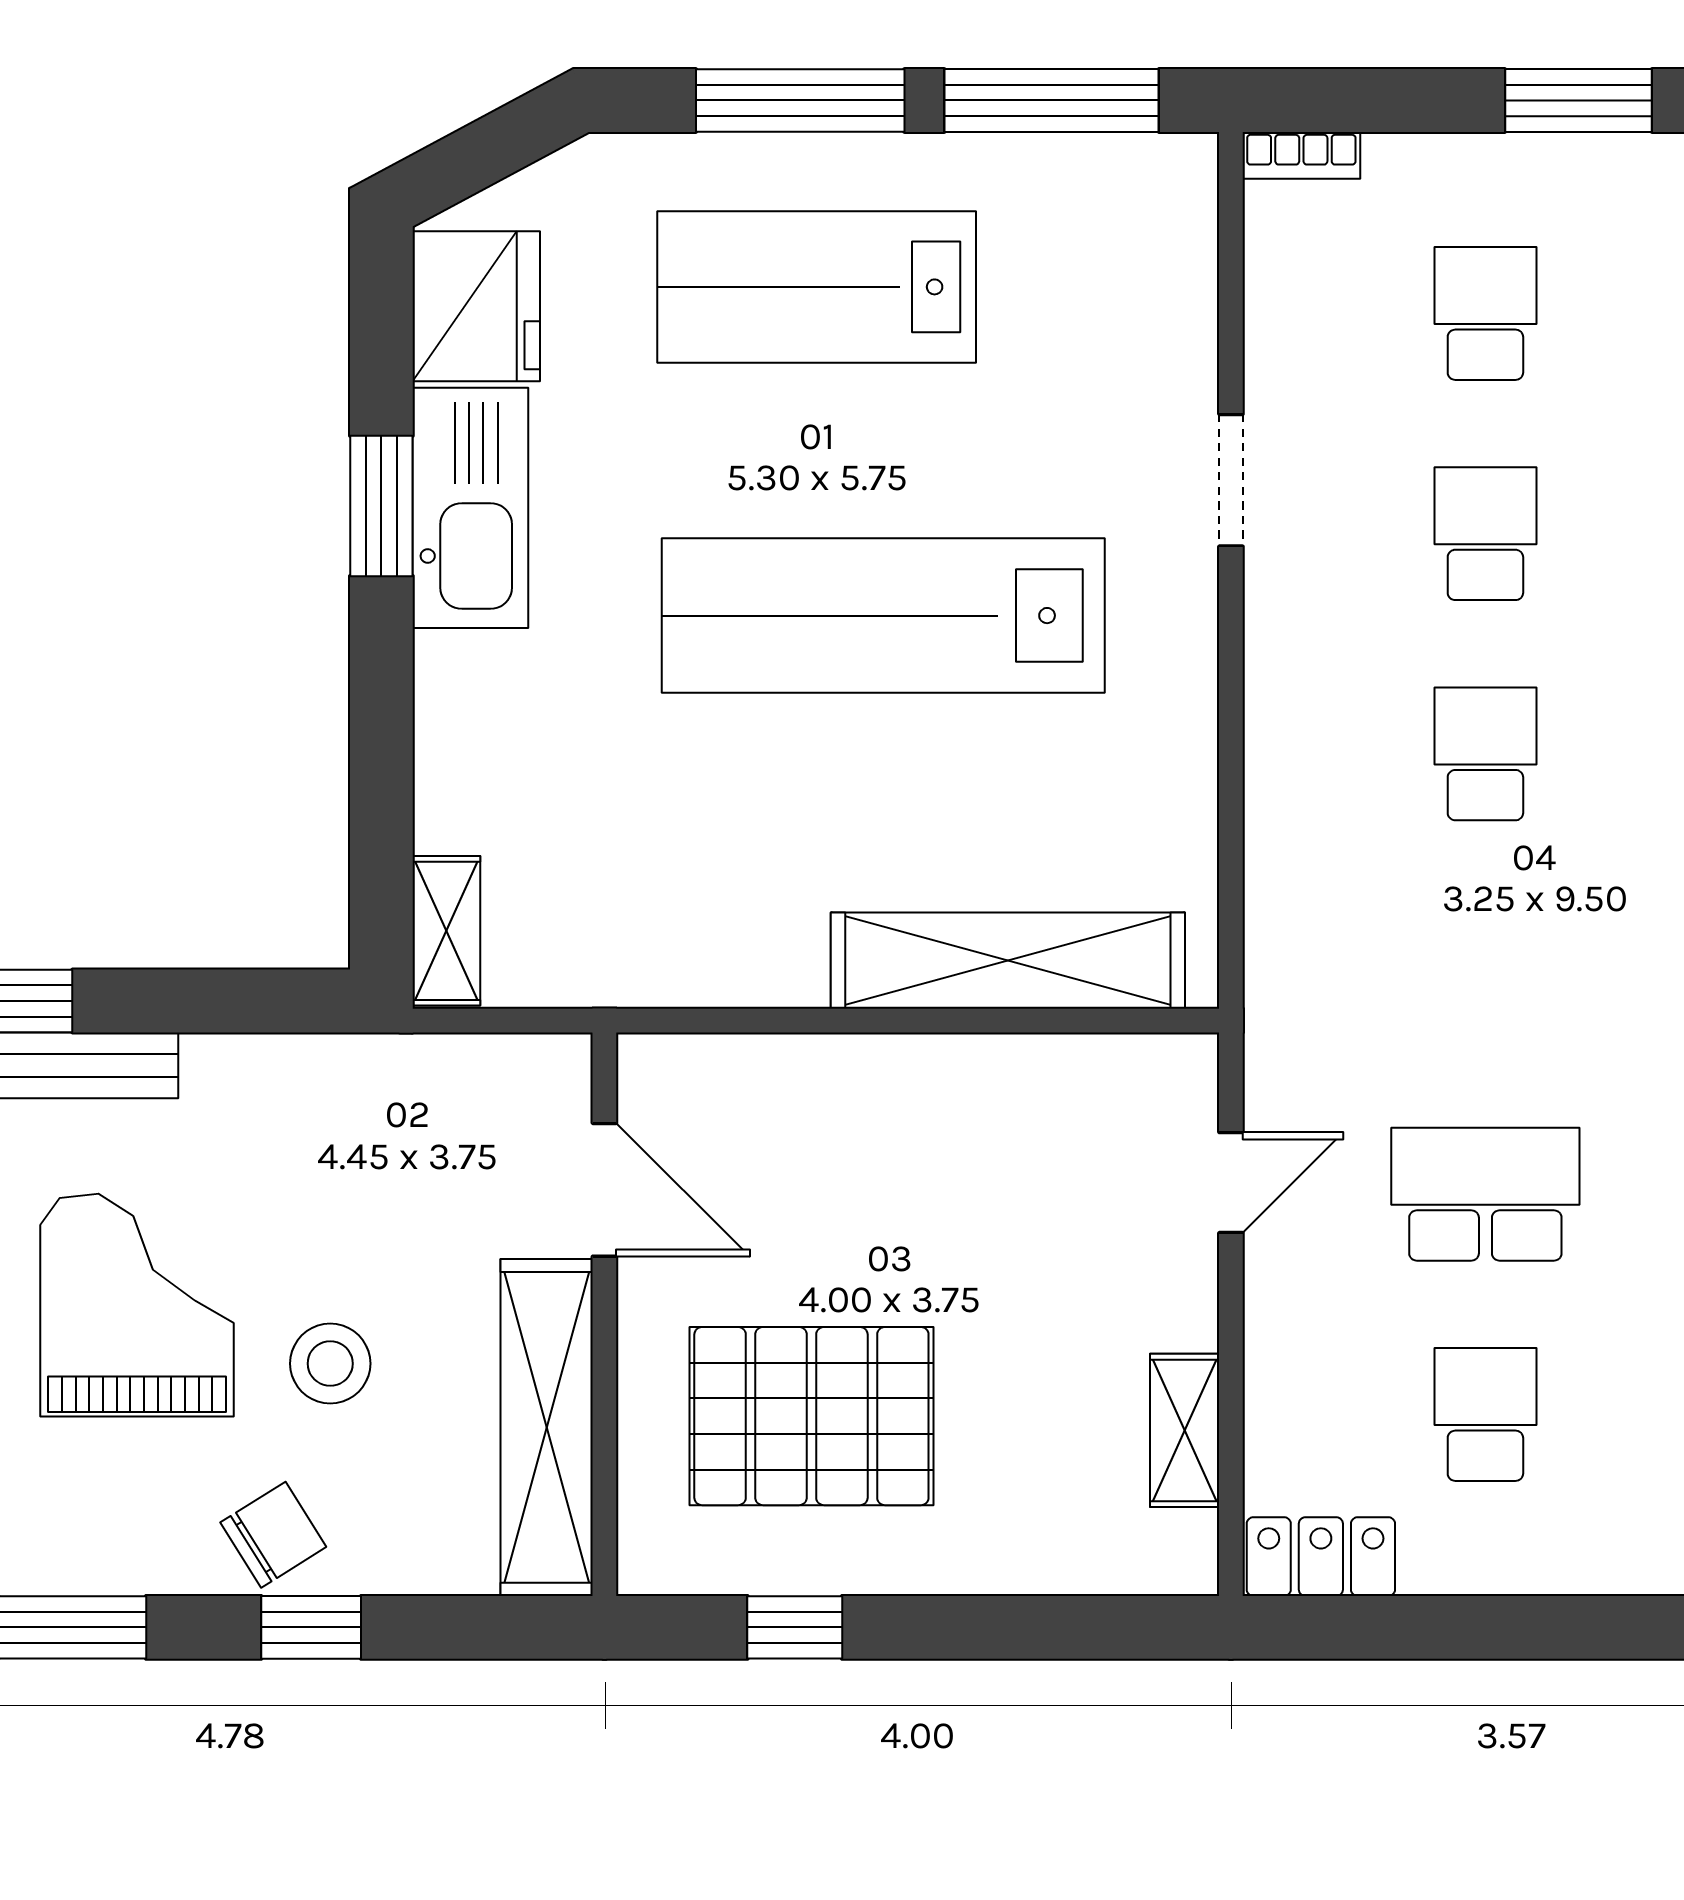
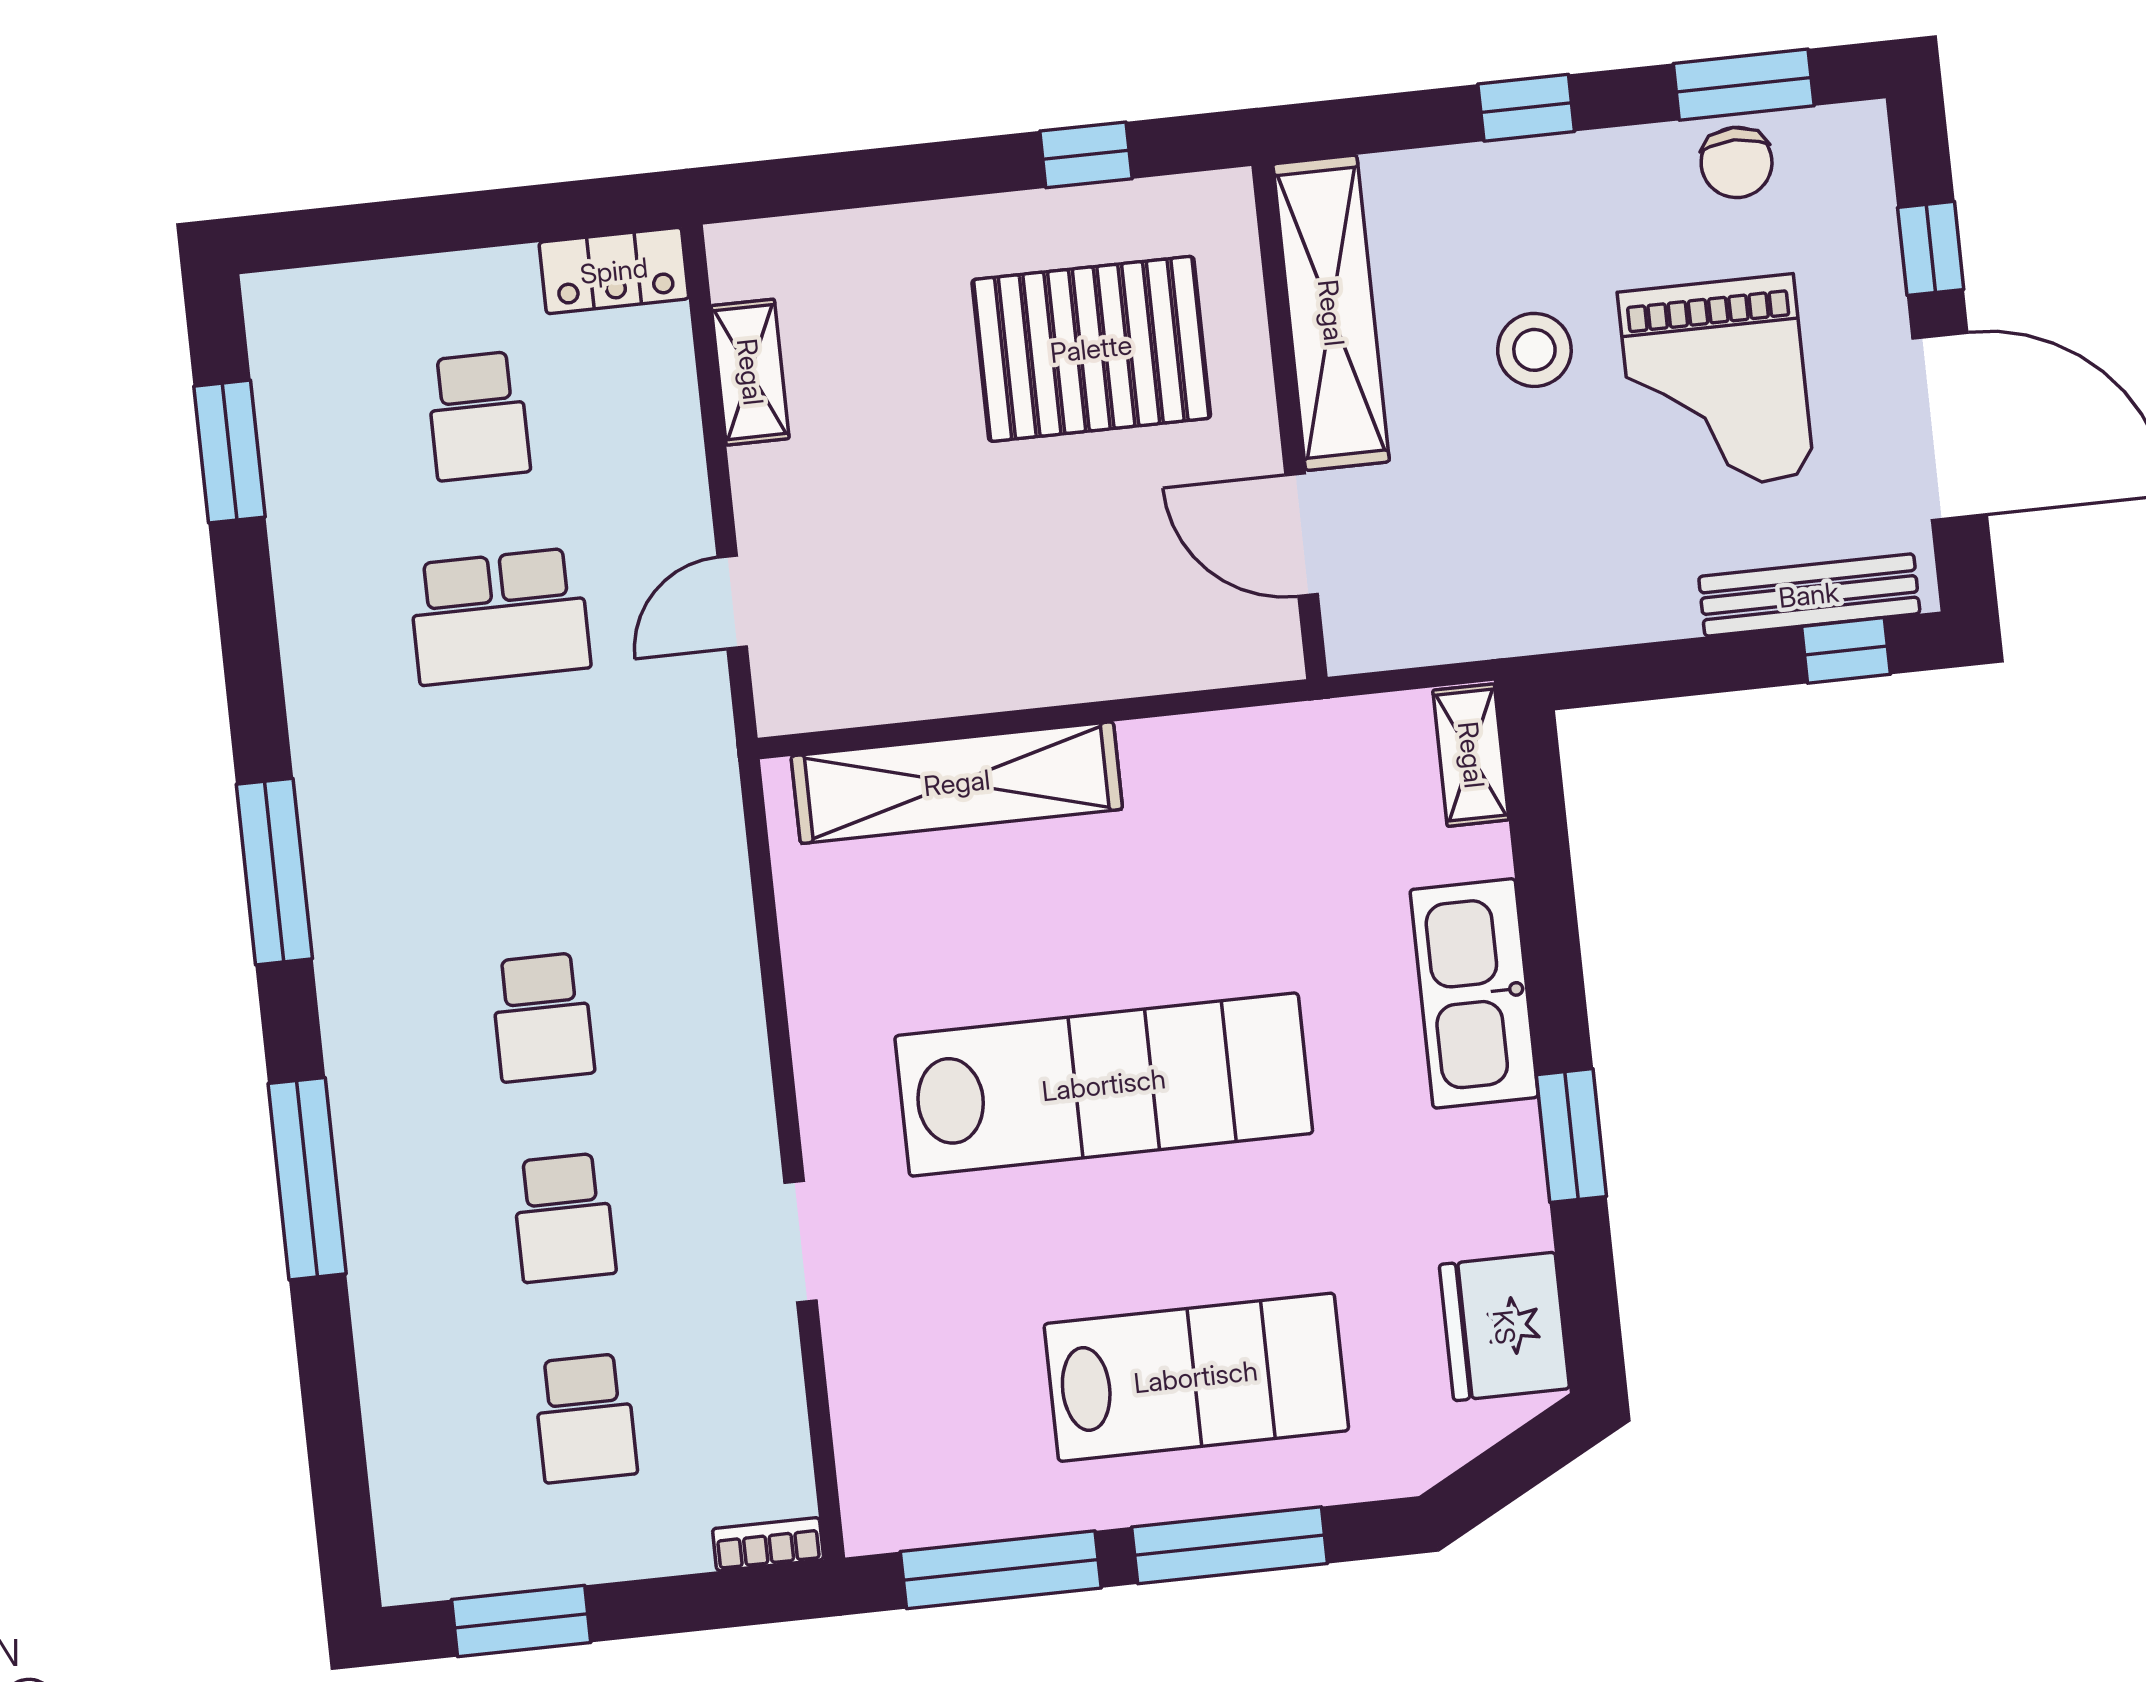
kitchen sink: (470, 508) -> (1474, 993), moved
chair: (273, 1535) -> (1737, 162), moved, turned -58

